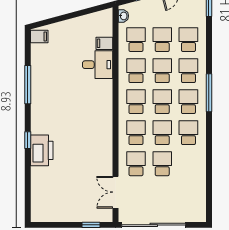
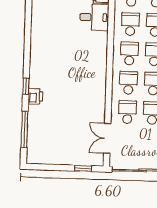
window: (28, 85) -> (24, 129), moved
printer: (42, 150) -> (35, 96), width x0.53, depth x0.68

